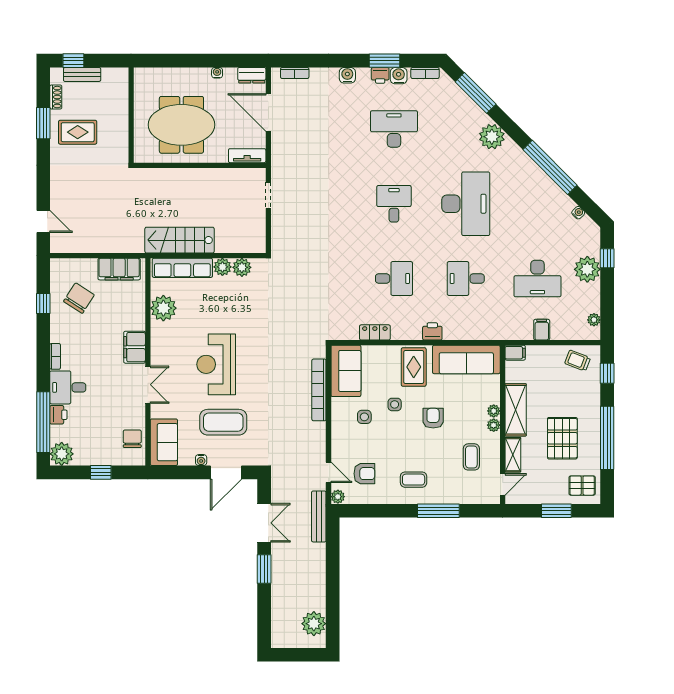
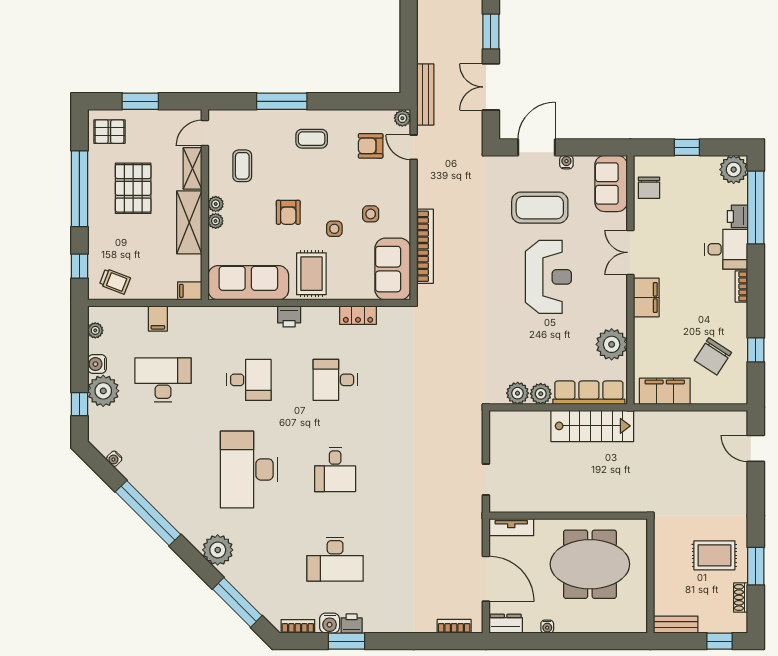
bench: (82, 74) -> (676, 625), moved
water cooler: (347, 75) -> (97, 364), moved, turned 90

